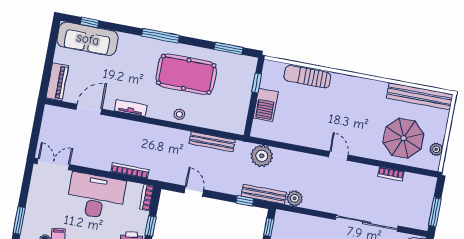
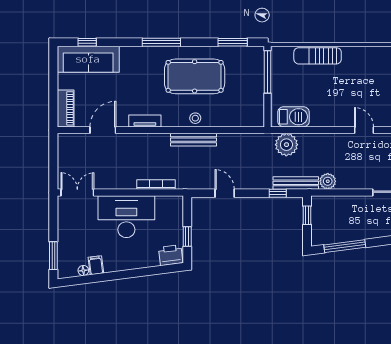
window: (257, 83) -> (267, 72), width x2.17
barbecue: (266, 105) -> (294, 117), moved, turned -90
bench: (212, 142) -> (194, 140), moved
bookcase: (147, 198) -> (178, 209), removed

